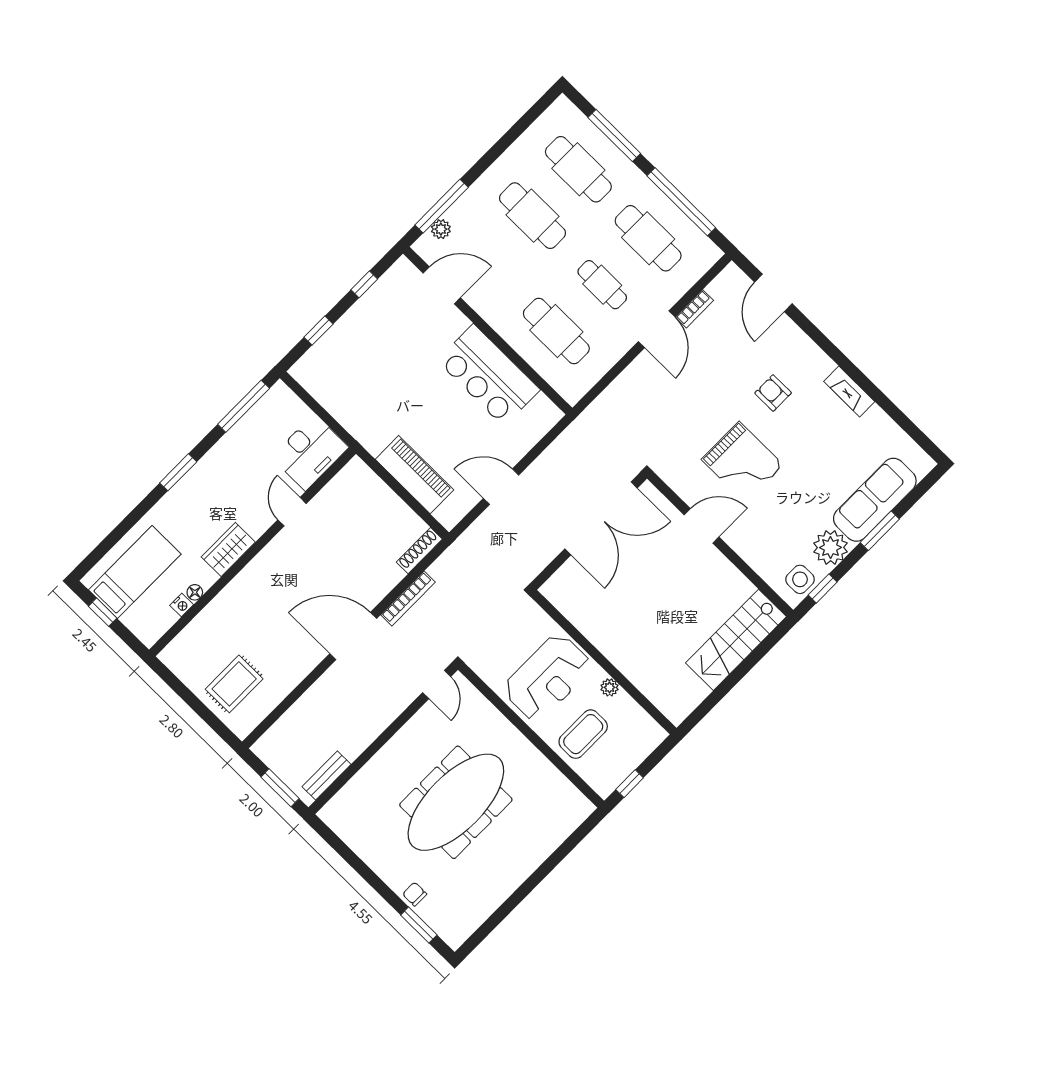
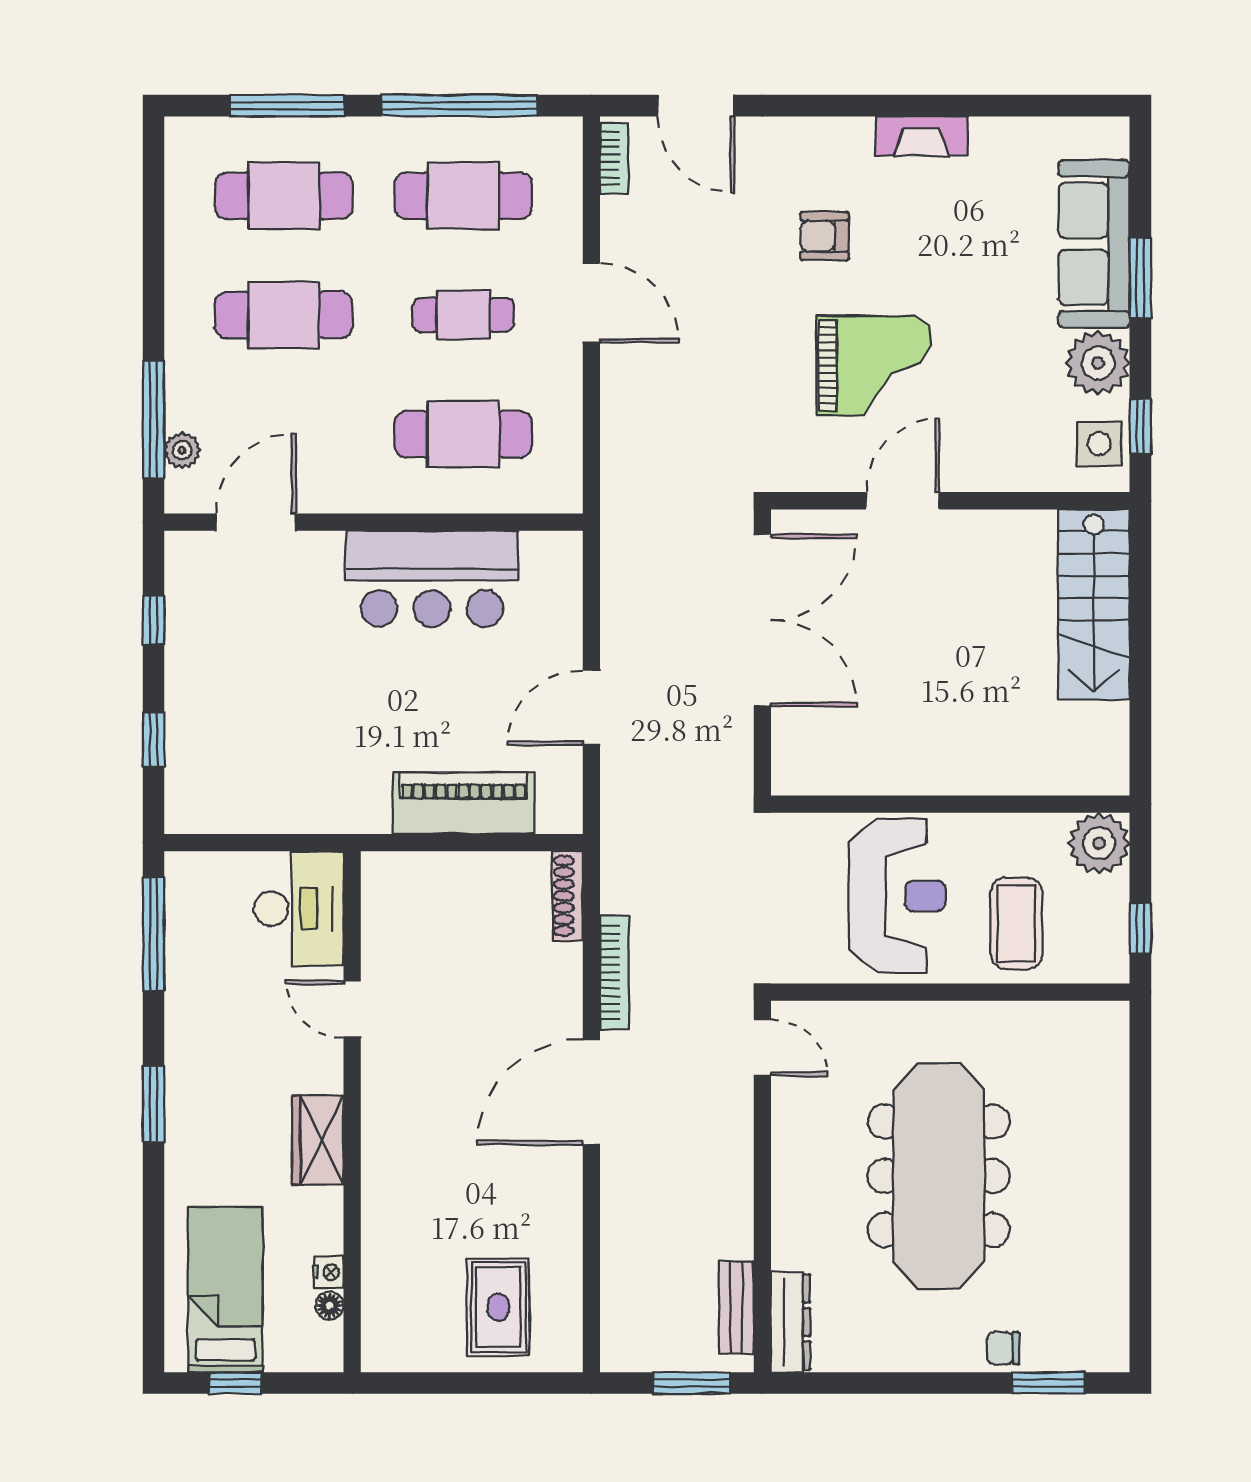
bookcase: (694, 309) -> (614, 158), moved
floor lamp: (195, 592) -> (330, 1306), moved
plant: (610, 687) -> (1099, 843), moved, width x1.88, depth x1.88
dresser: (342, 802) -> (791, 1322), added

